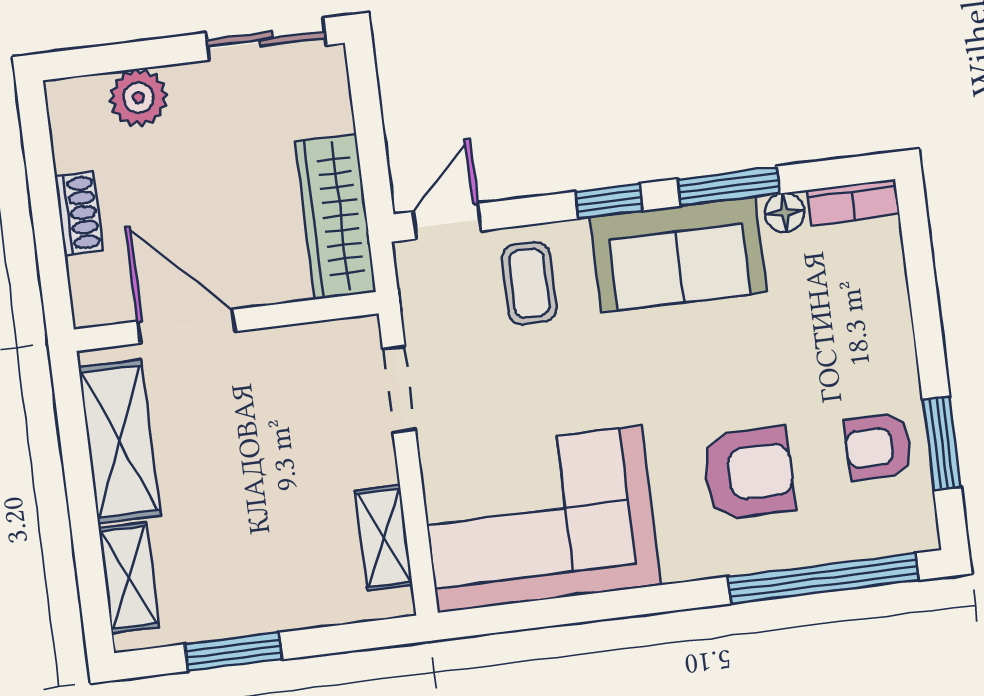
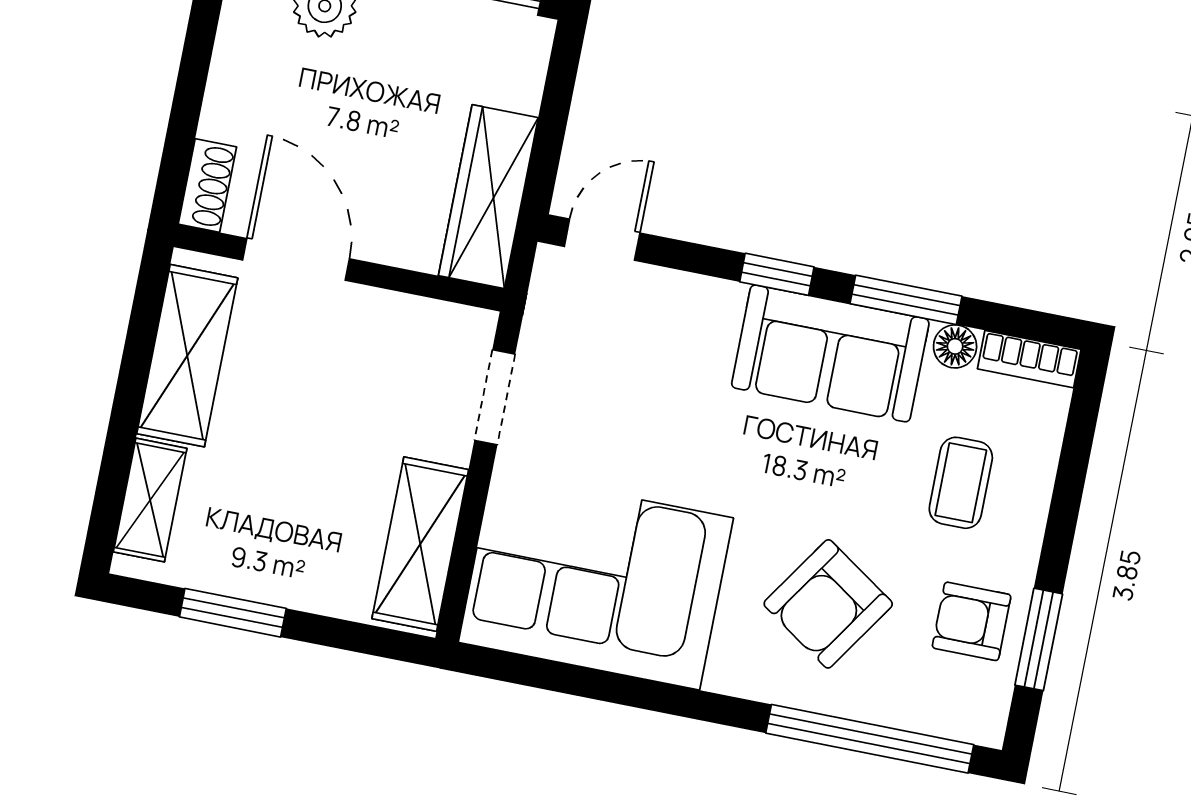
shoe rack: (79, 213) -> (207, 185), moved
coffee table: (529, 283) -> (961, 483), moved
armchair: (748, 473) -> (828, 604), turned 124
shelving: (384, 537) -> (420, 544), width x1.50, depth x1.33

